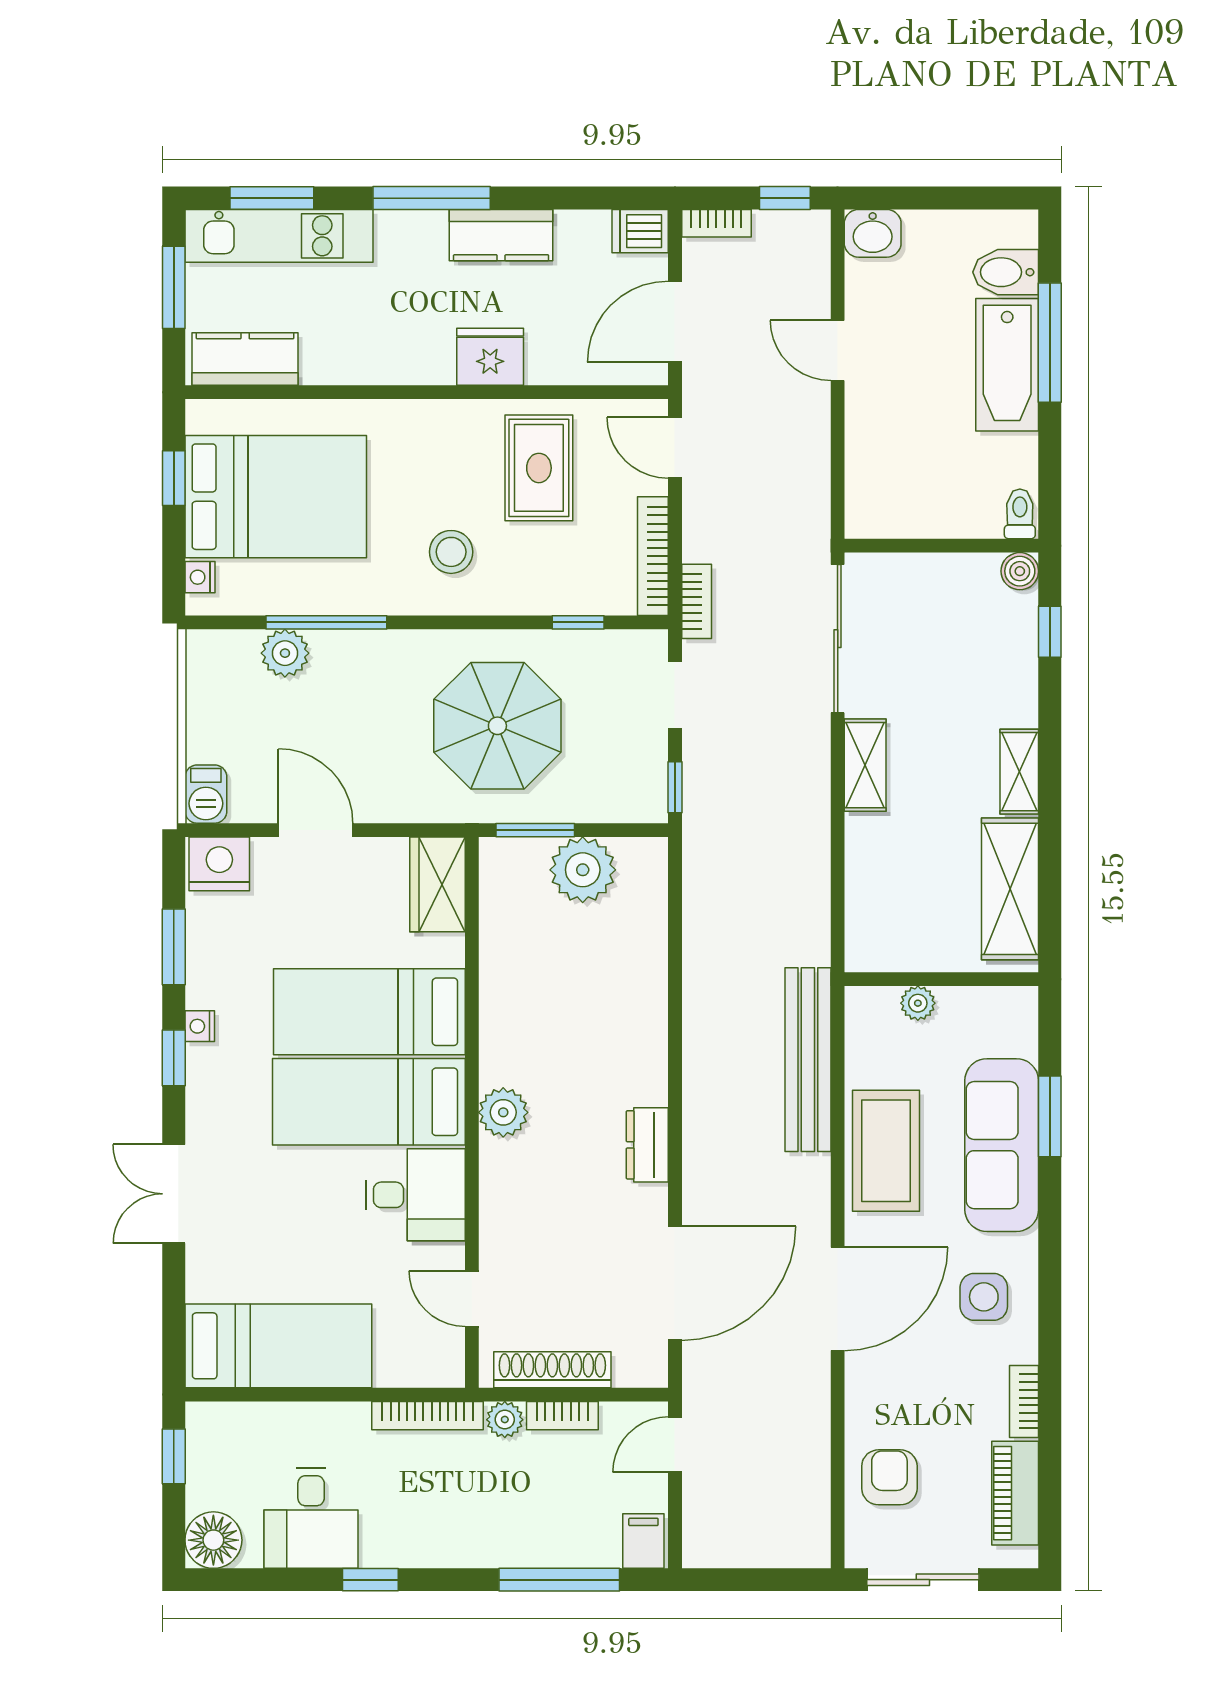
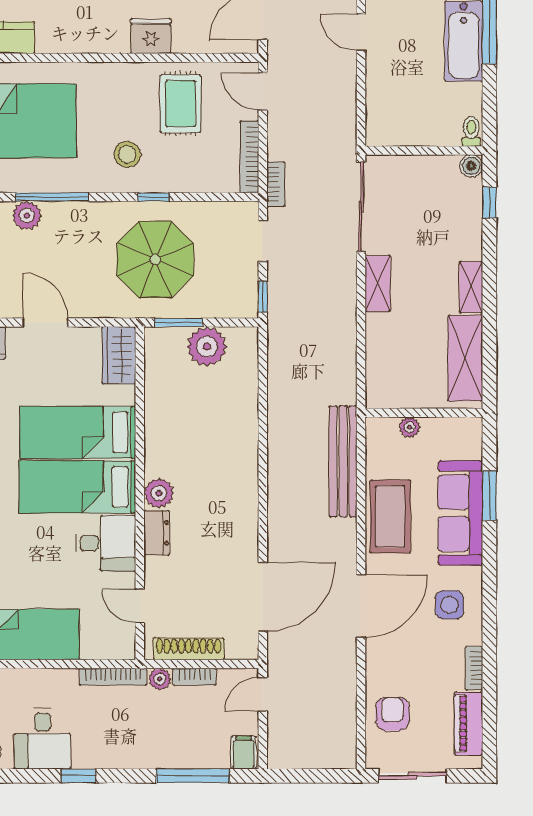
window: (578, 622) -> (154, 197), moved
dresser: (647, 1145) -> (157, 533), moved, turned 180

